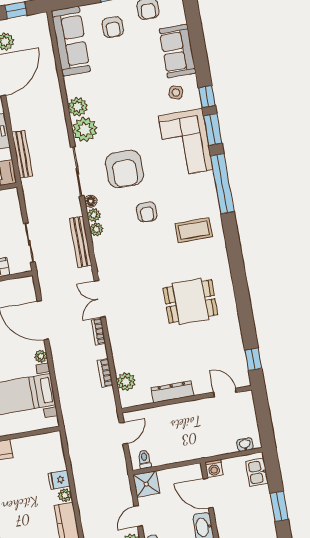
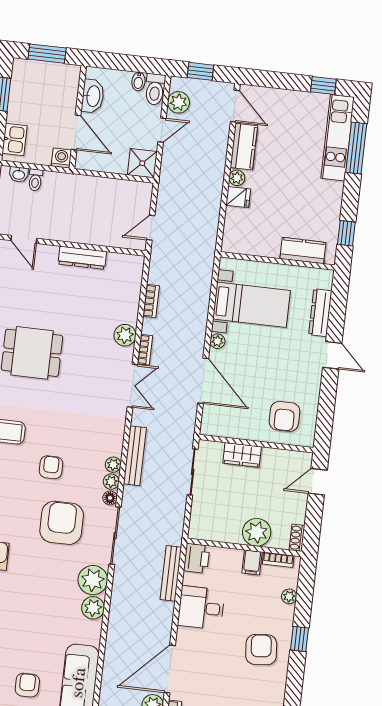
plant: (126, 382) -> (125, 335), moved
toilet: (144, 459) -> (35, 180), moved

